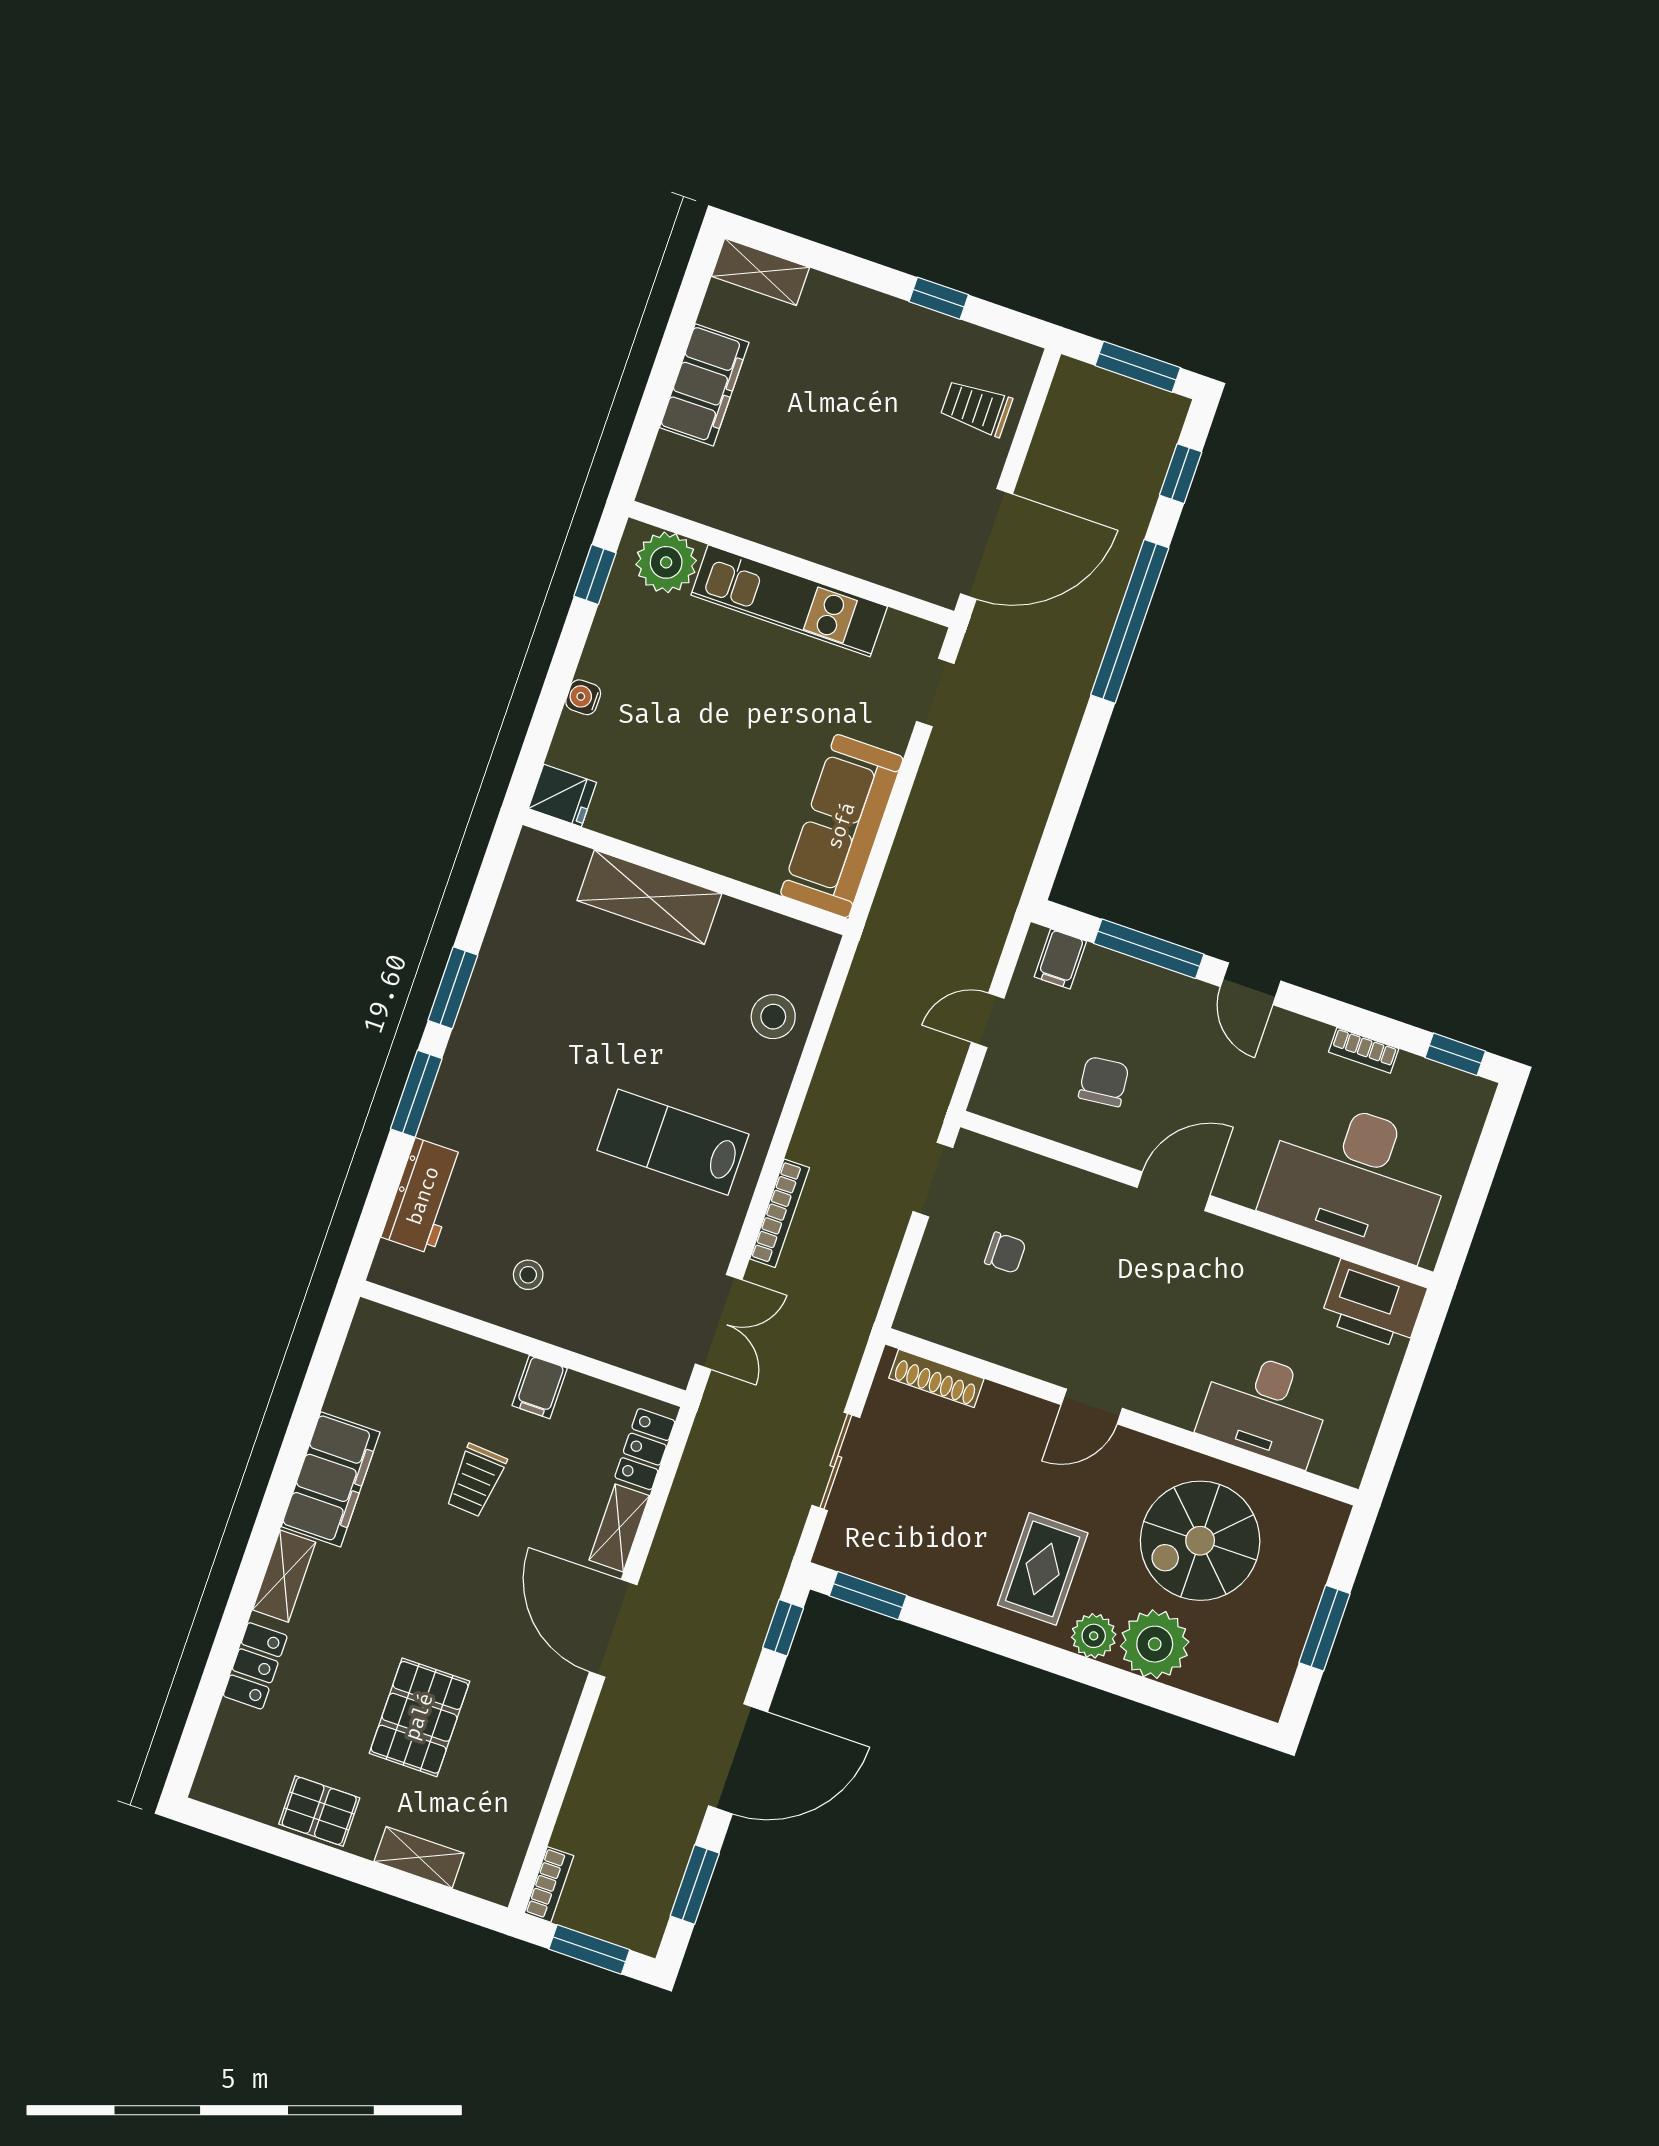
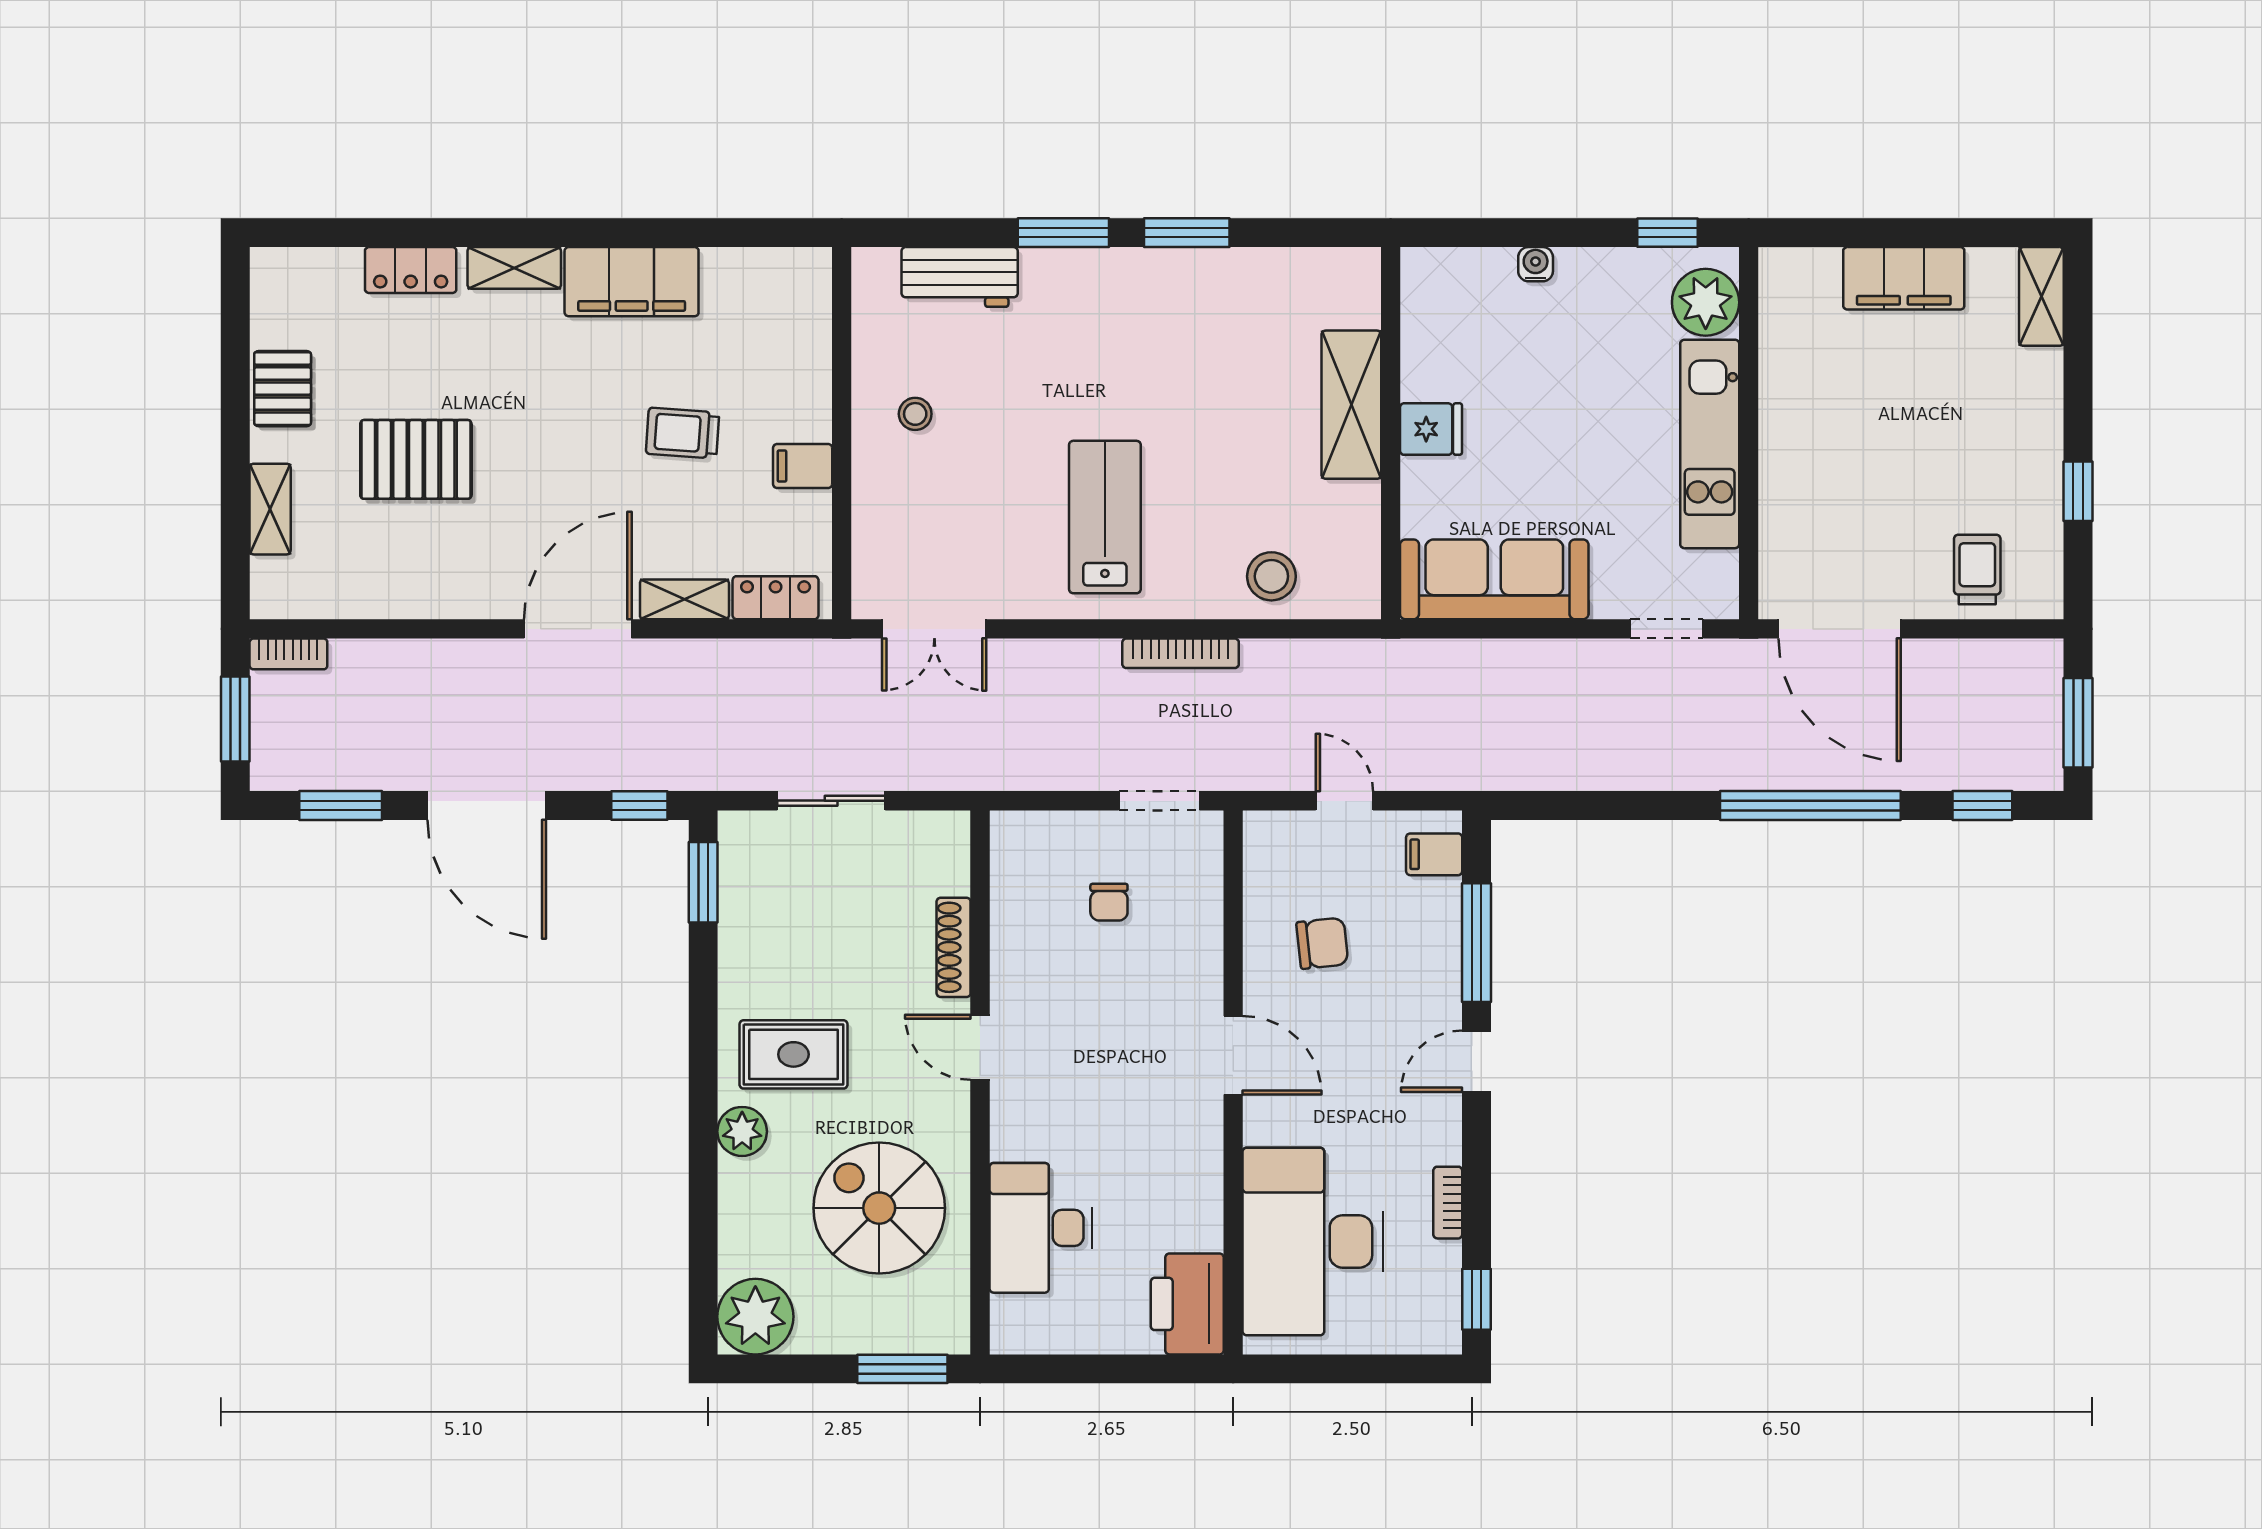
fridge: (562, 795) -> (1431, 429), moved, turned -90
bookcase: (780, 1213) -> (1181, 653), moved
shoe rack: (936, 1378) -> (954, 947), moved
window: (1325, 1628) -> (902, 1369), moved
plant: (1155, 1644) -> (755, 1317), moved

